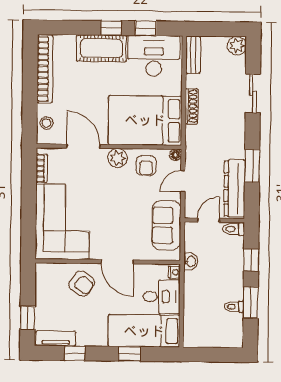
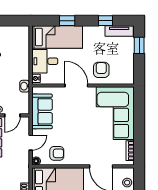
plant: (118, 158) -> (77, 158), removed
armchair: (146, 166) -> (57, 153), turned 90
armchair: (82, 283) -> (101, 70), turned 54

